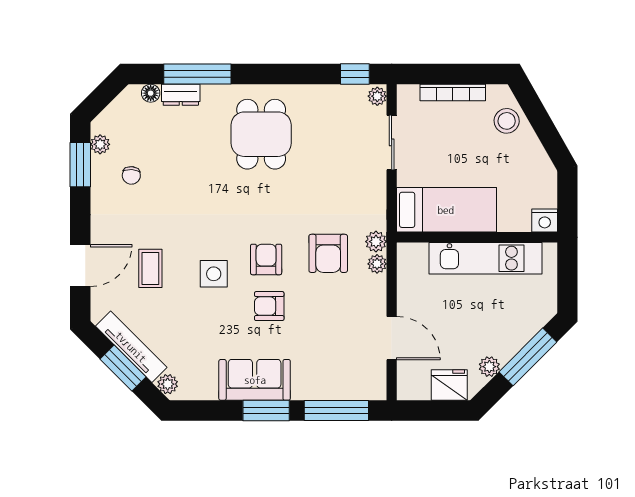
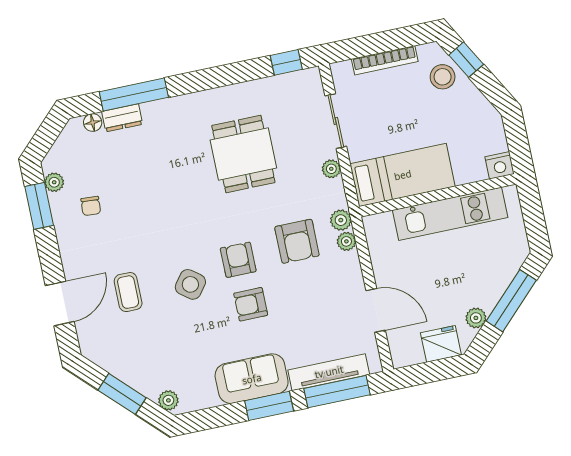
plant: (377, 96) -> (331, 169), moved
window: (534, 109) -> (466, 60), added
dining table: (261, 134) -> (243, 154), moved
side table: (214, 274) -> (190, 284), turned 37
tv unit: (131, 347) -> (329, 372), moved, turned -45

